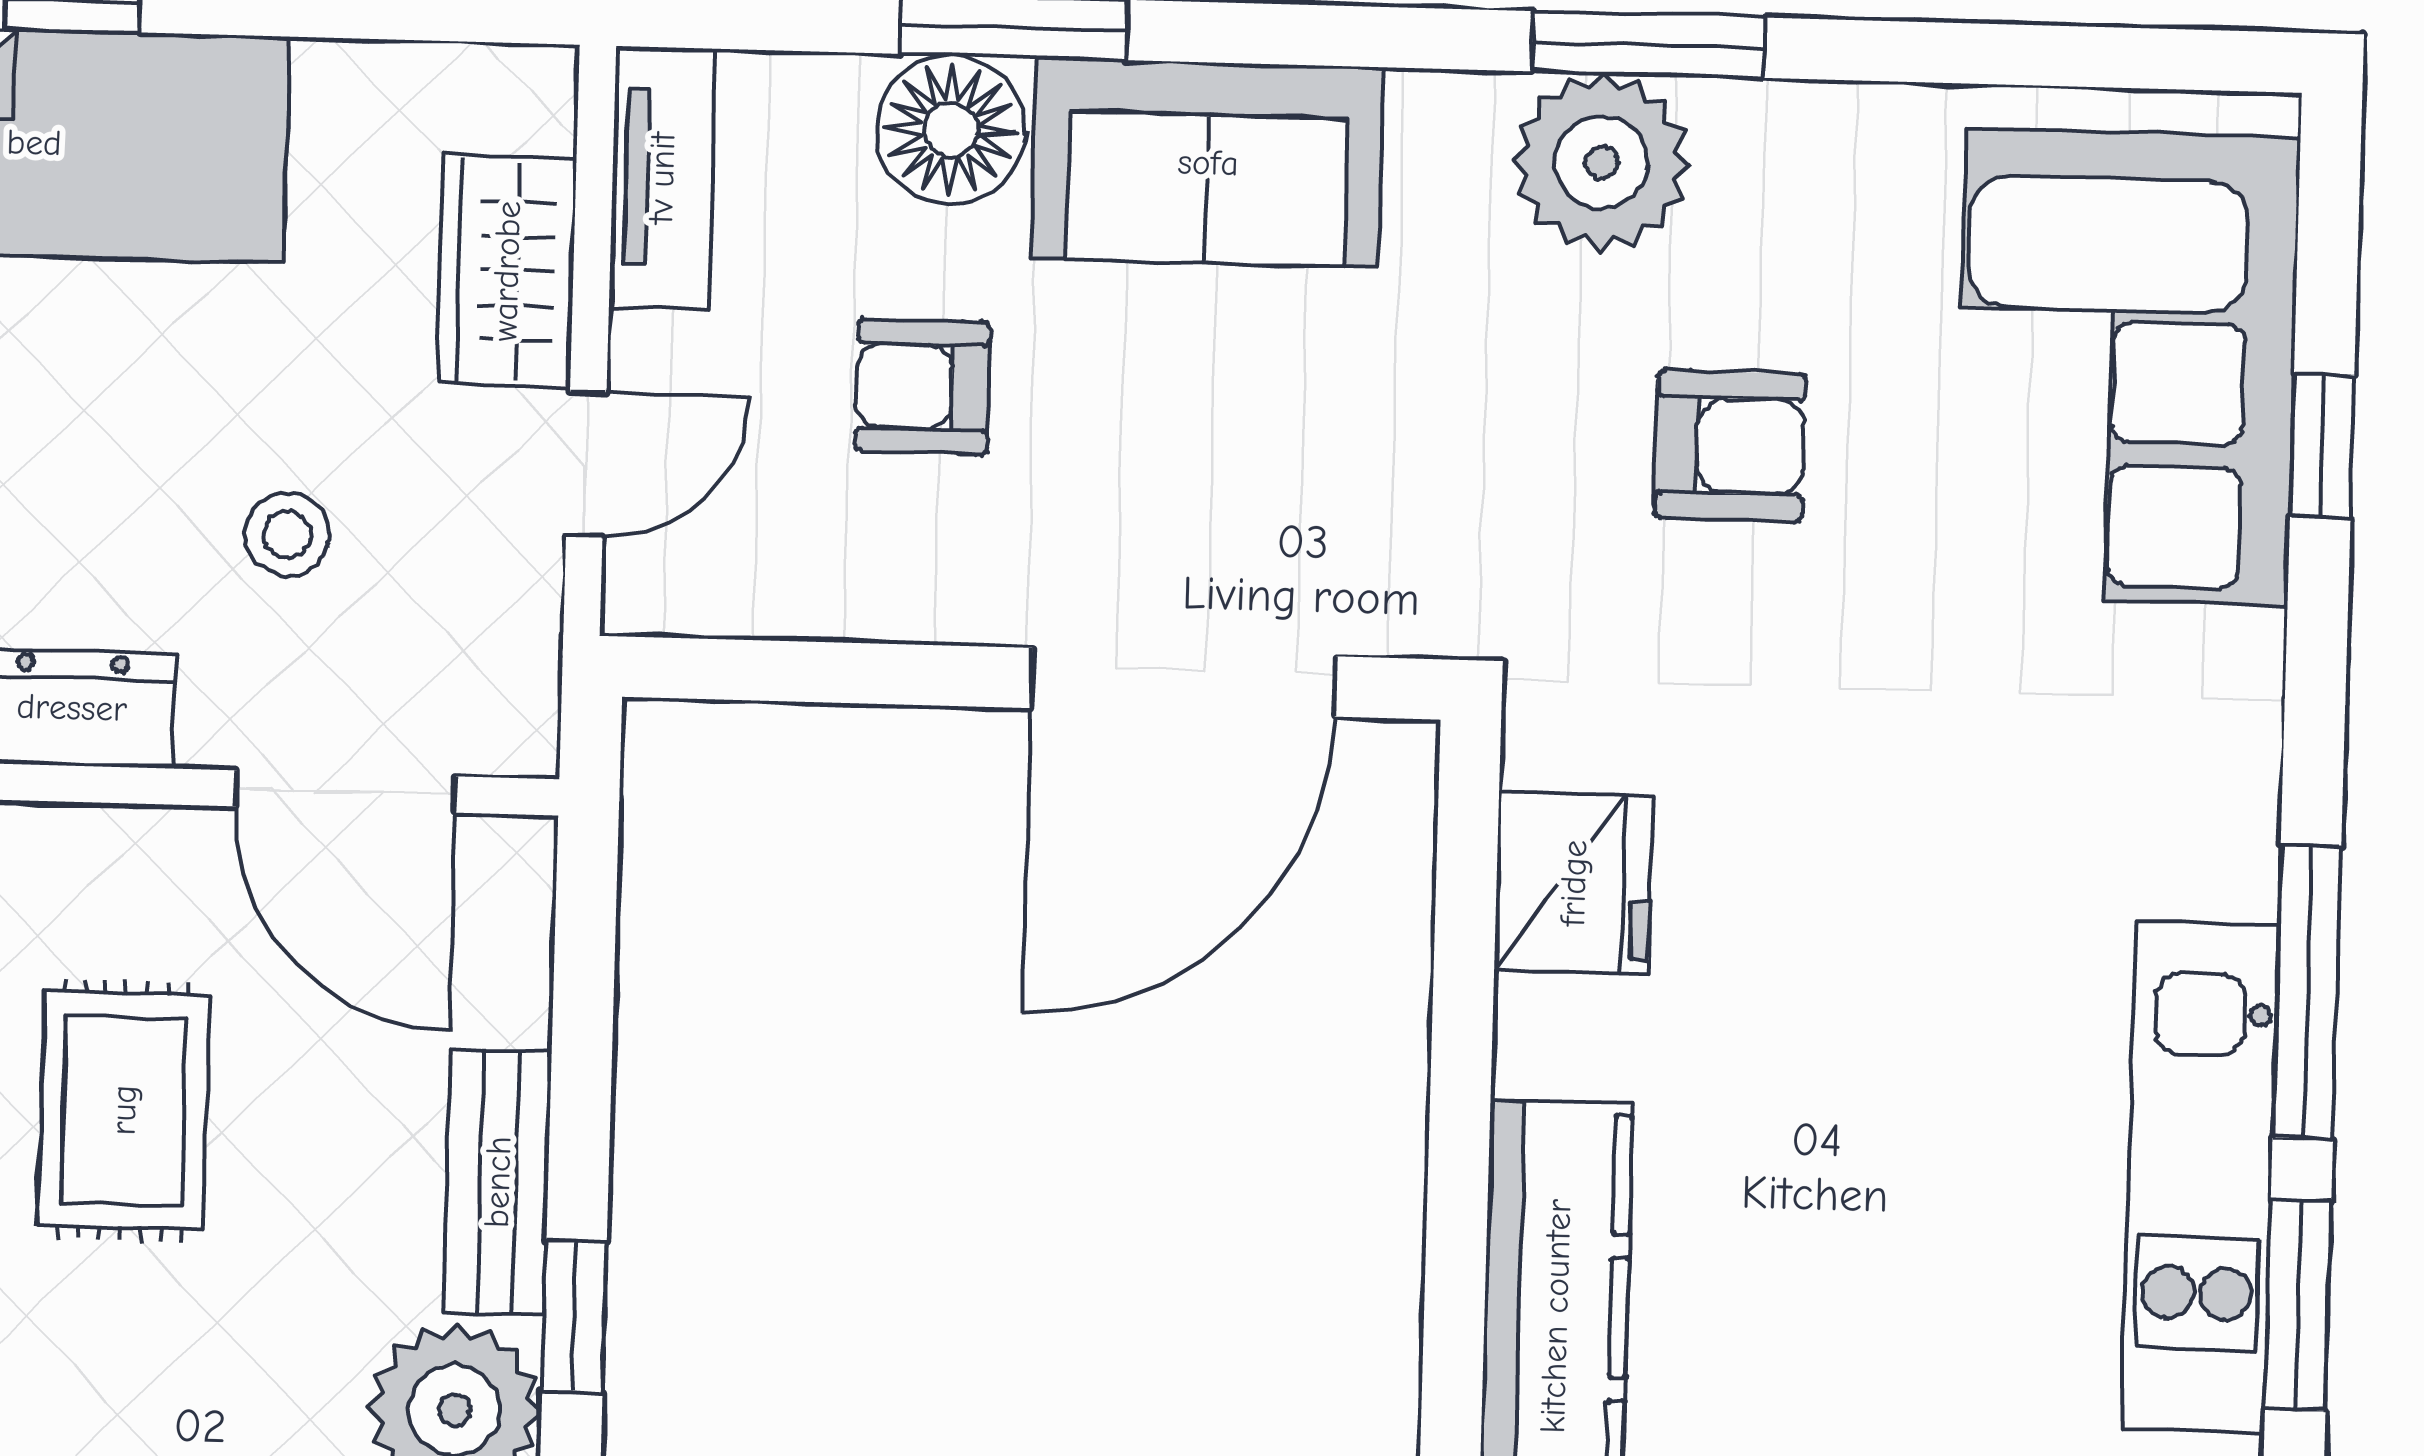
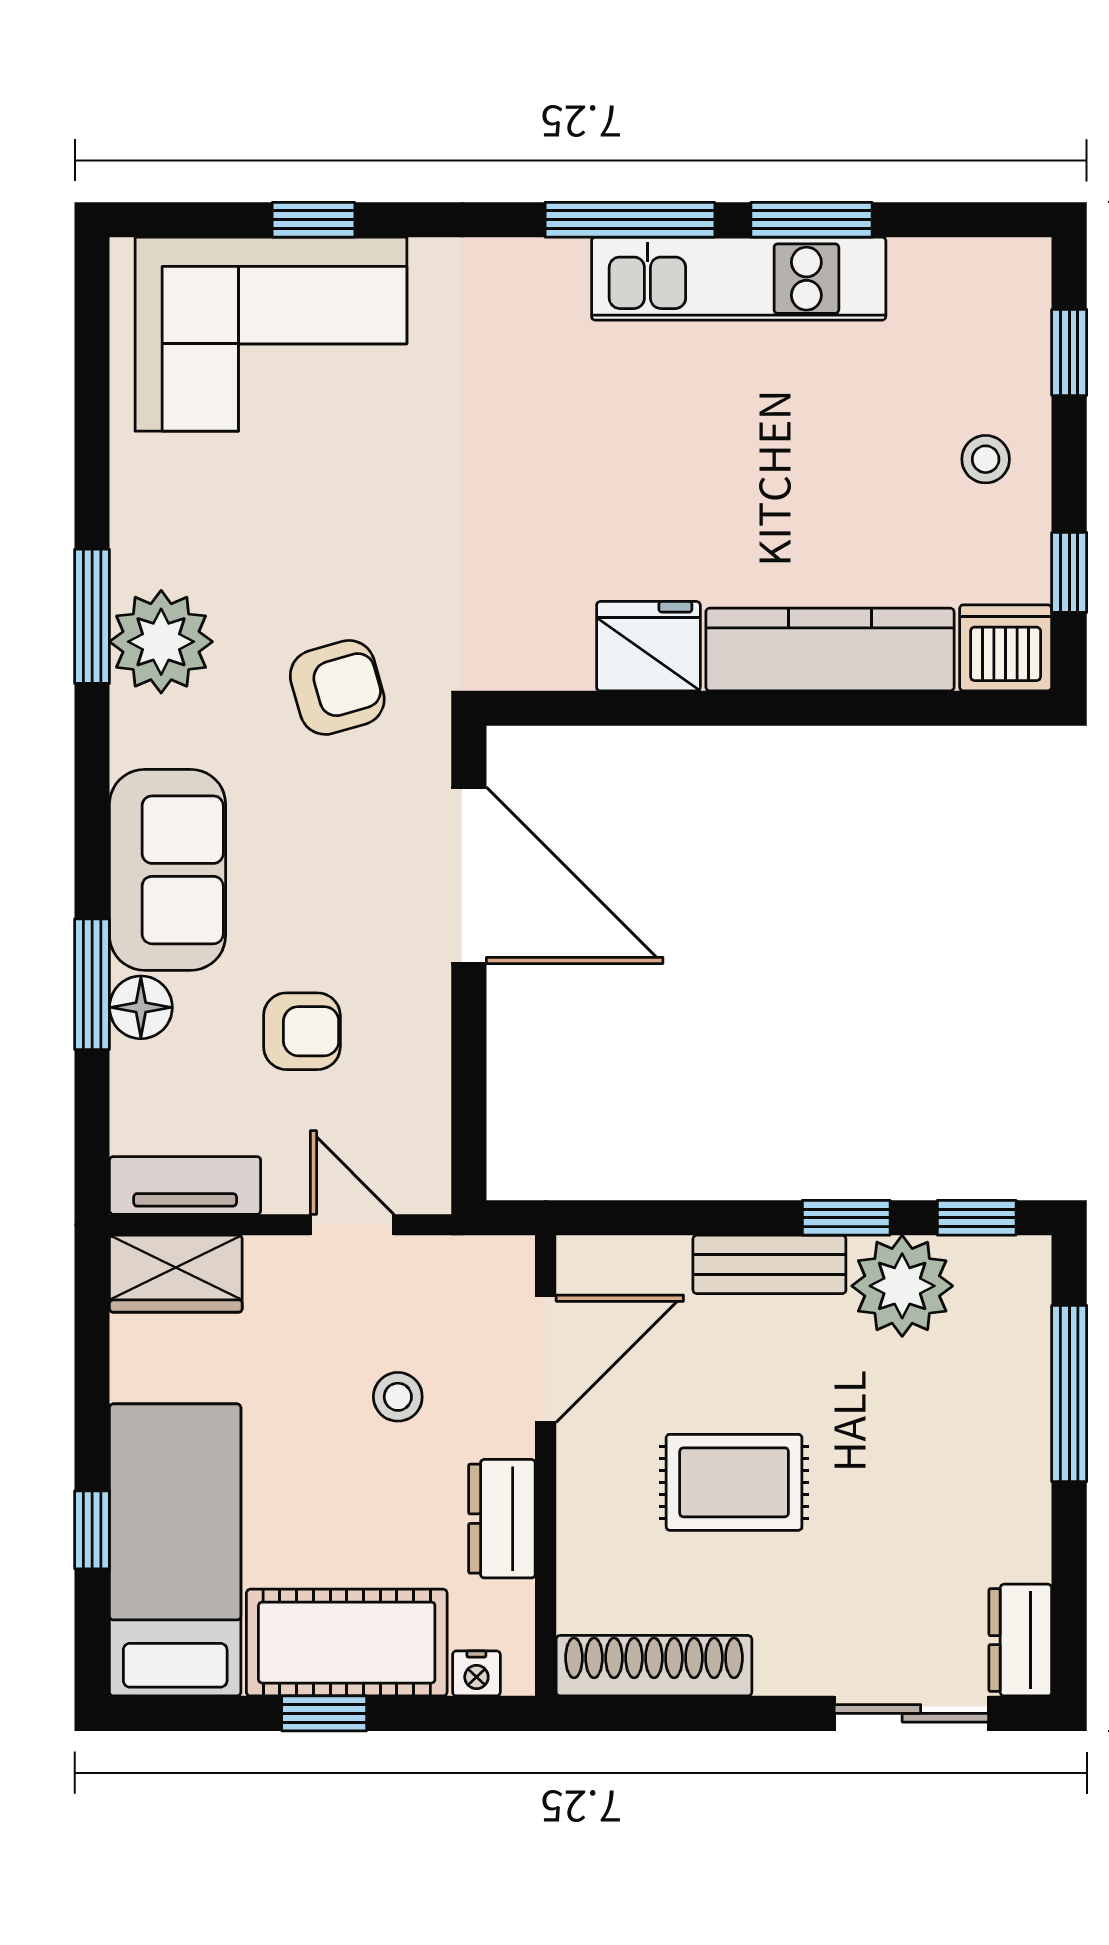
floor lamp: (951, 130) -> (141, 1007), width x0.73, depth x0.73
wardrobe: (507, 271) -> (176, 1274), moved
armchair: (923, 387) -> (302, 1031), turned -90
armchair: (1730, 446) -> (337, 687), moved, turned 74
fridge: (1574, 883) -> (648, 646), moved

